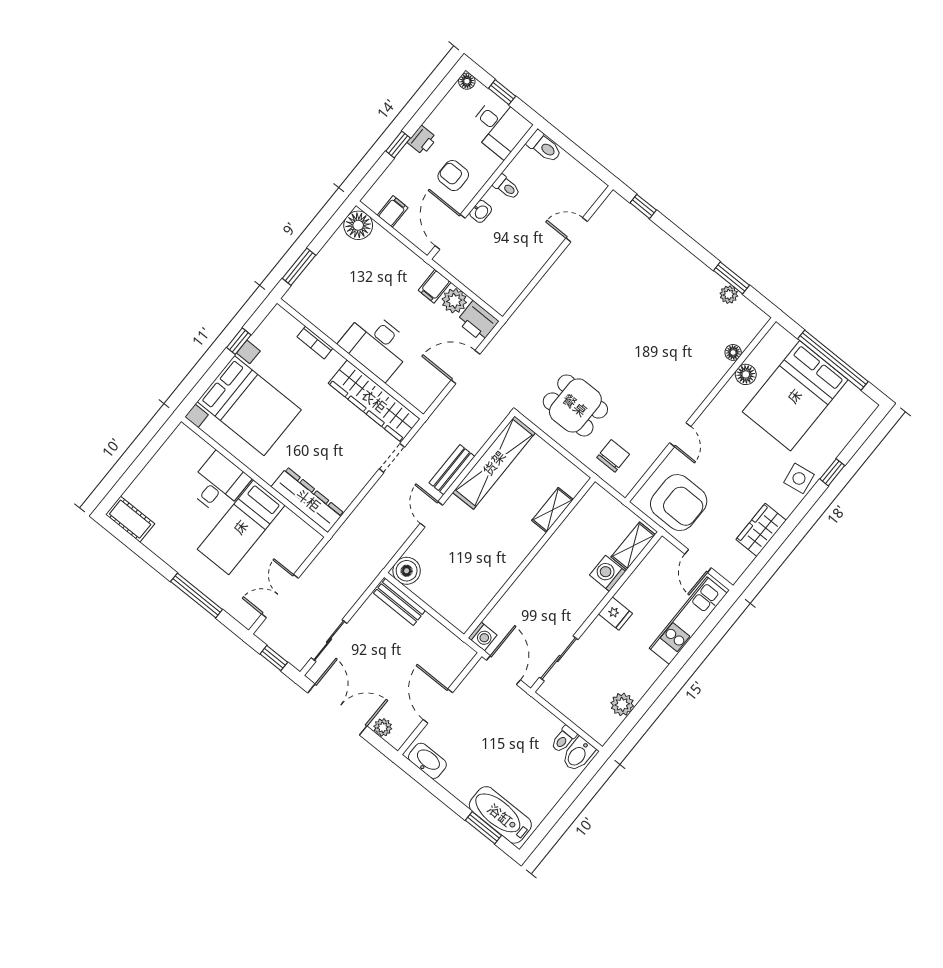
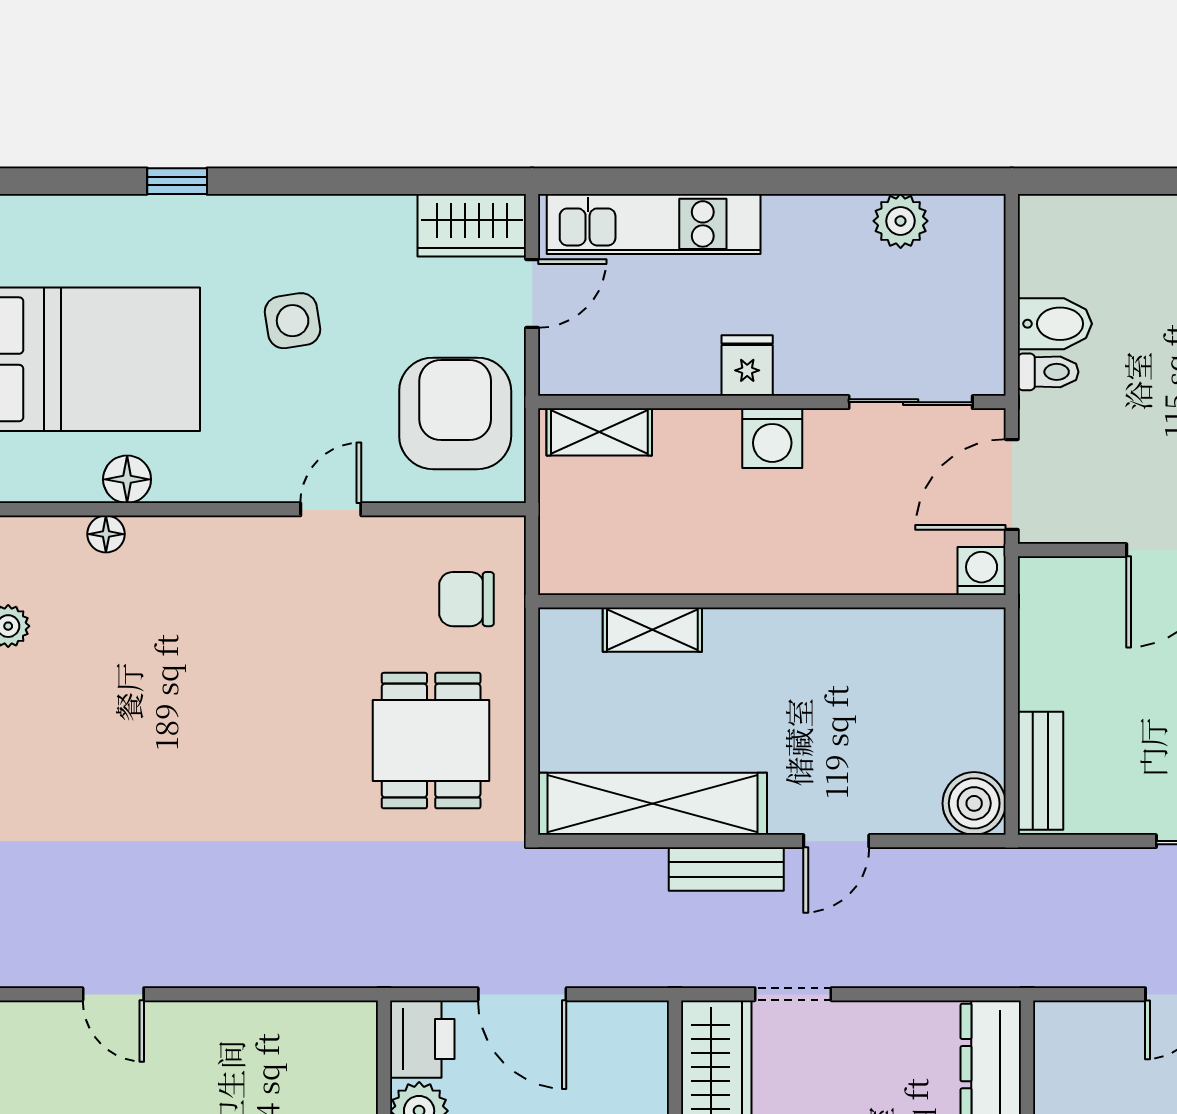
side table: (799, 478) -> (293, 321), moved
wardrobe: (761, 530) -> (472, 225), moved
washing machine: (608, 573) -> (772, 438), moved
toilet: (564, 739) -> (1048, 372), moved
bidet: (578, 754) -> (1055, 324), moved

